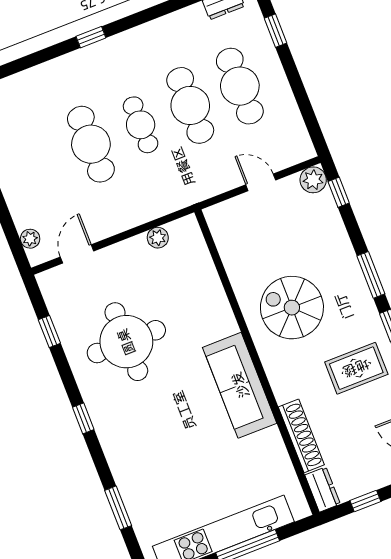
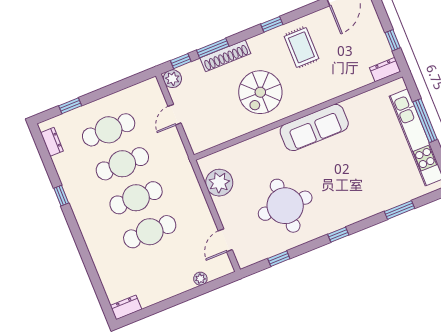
window: (91, 37) -> (61, 196), moved
cafe table: (141, 125) -> (136, 198), width x1.37, depth x1.35
plant: (158, 238) -> (219, 183), width x1.87, depth x1.87
plant: (30, 239) -> (200, 279), moved
door: (77, 254) -> (225, 240), hinge flipped
window: (371, 275) -> (213, 48), moved
shoe rack: (301, 436) -> (225, 56), moved, turned 180

